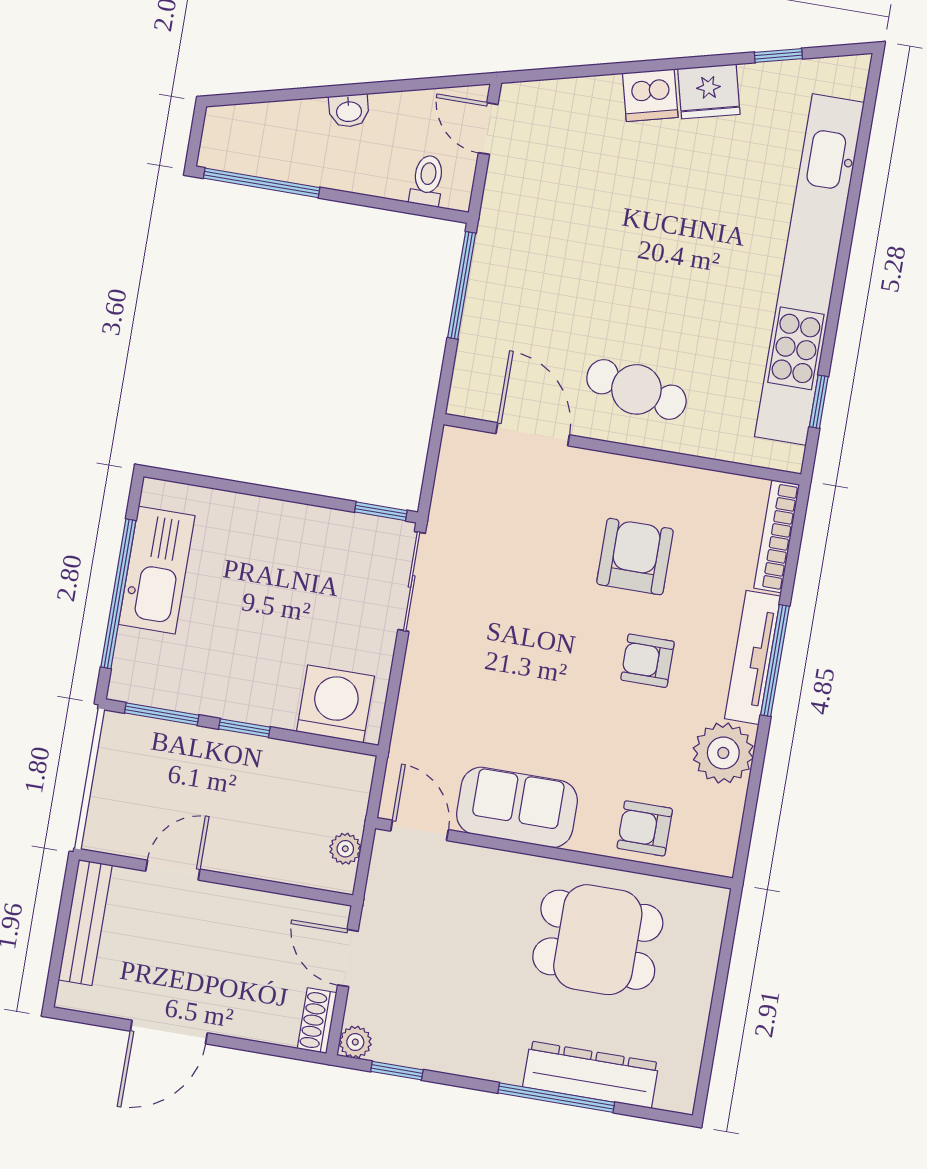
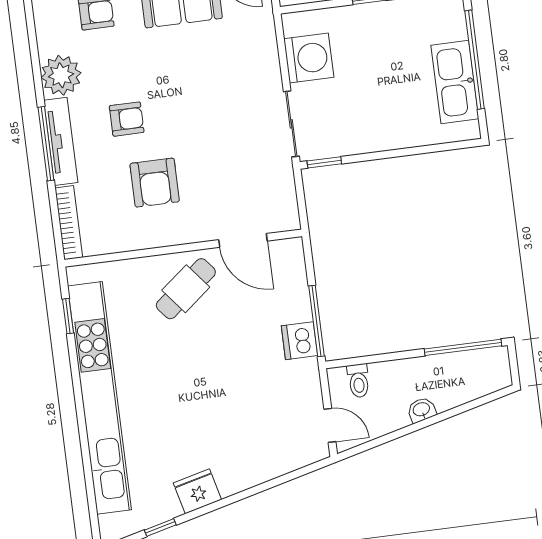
dishwasher: (650, 95) -> (299, 341), moved, turned -76
cafe table: (636, 389) -> (186, 289), turned -50
washing machine: (335, 704) -> (309, 58), moved, turned -90

